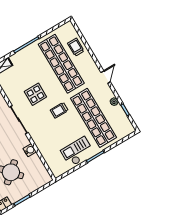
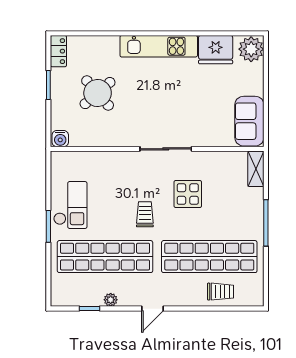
door: (106, 77) -> (153, 309), hinge flipped
water cooler: (30, 150) -> (60, 139), moved

